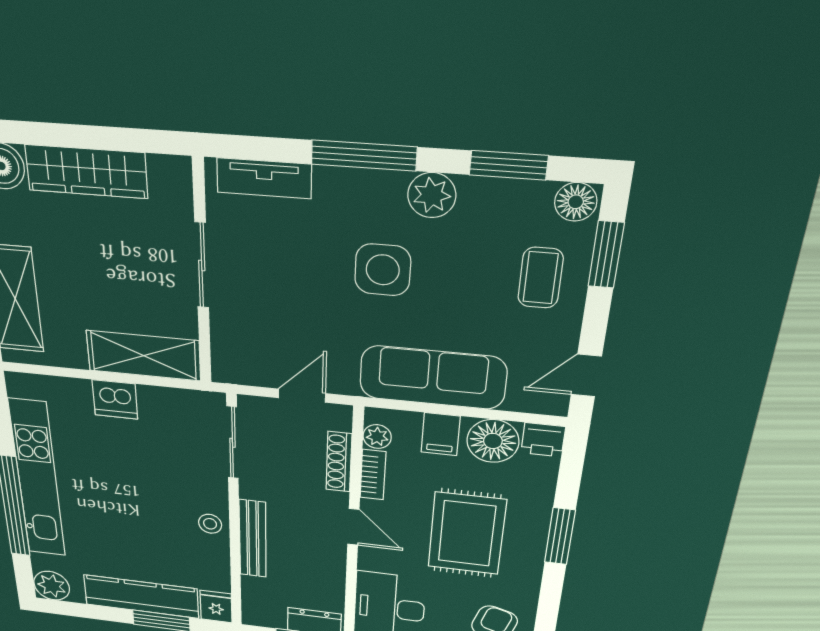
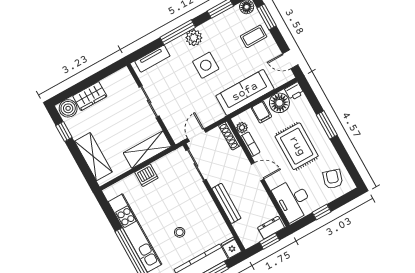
wardrobe: (86, 172) -> (90, 96), width x0.67
plant: (432, 195) -> (194, 38), moved
coffee table: (540, 278) -> (254, 36), turned 90
door: (586, 375) -> (290, 59), hinge flipped
door: (302, 396) -> (197, 135), moved
shoe rack: (339, 462) -> (230, 136), moved
stool: (210, 524) -> (180, 232), moved

